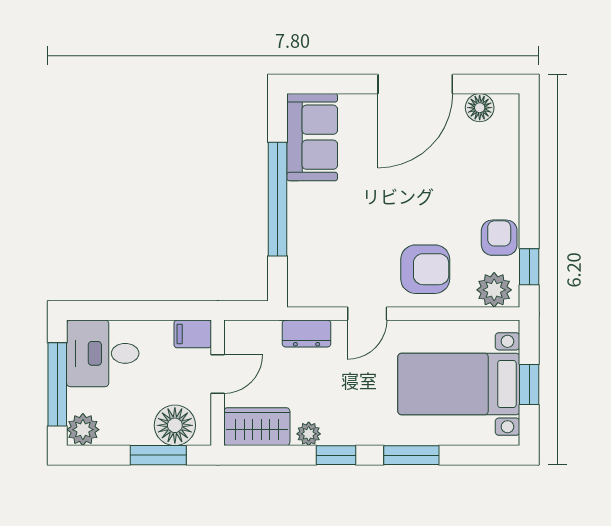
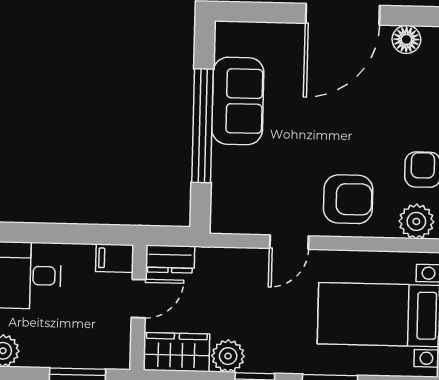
sofa: (312, 137) -> (238, 101), moved
dresser: (307, 334) -> (170, 259), moved
floor lamp: (175, 425) -> (95, 349), removed
plant: (309, 434) -> (228, 356), width x1.38, depth x1.38

